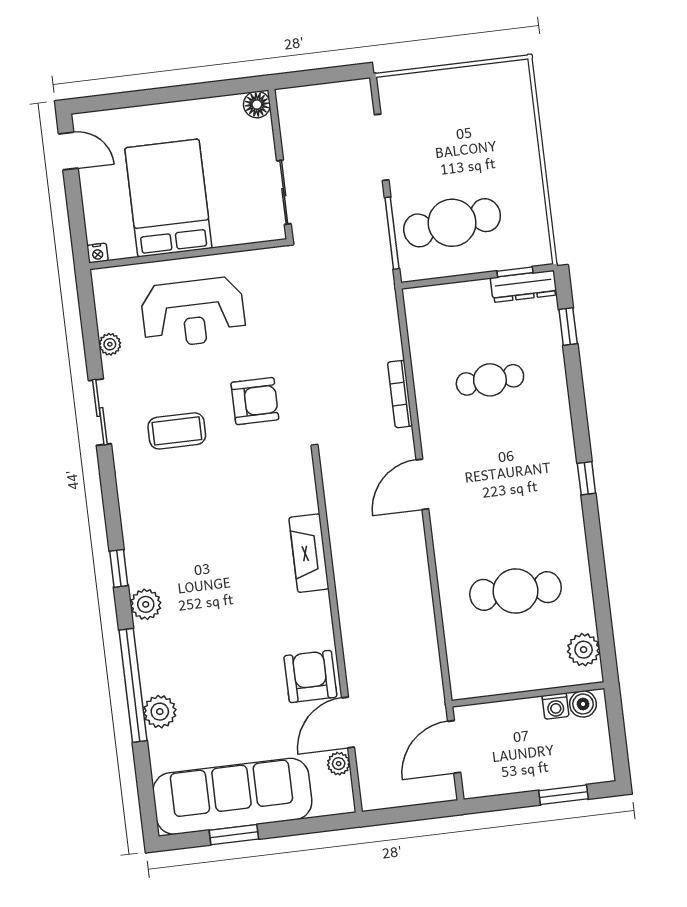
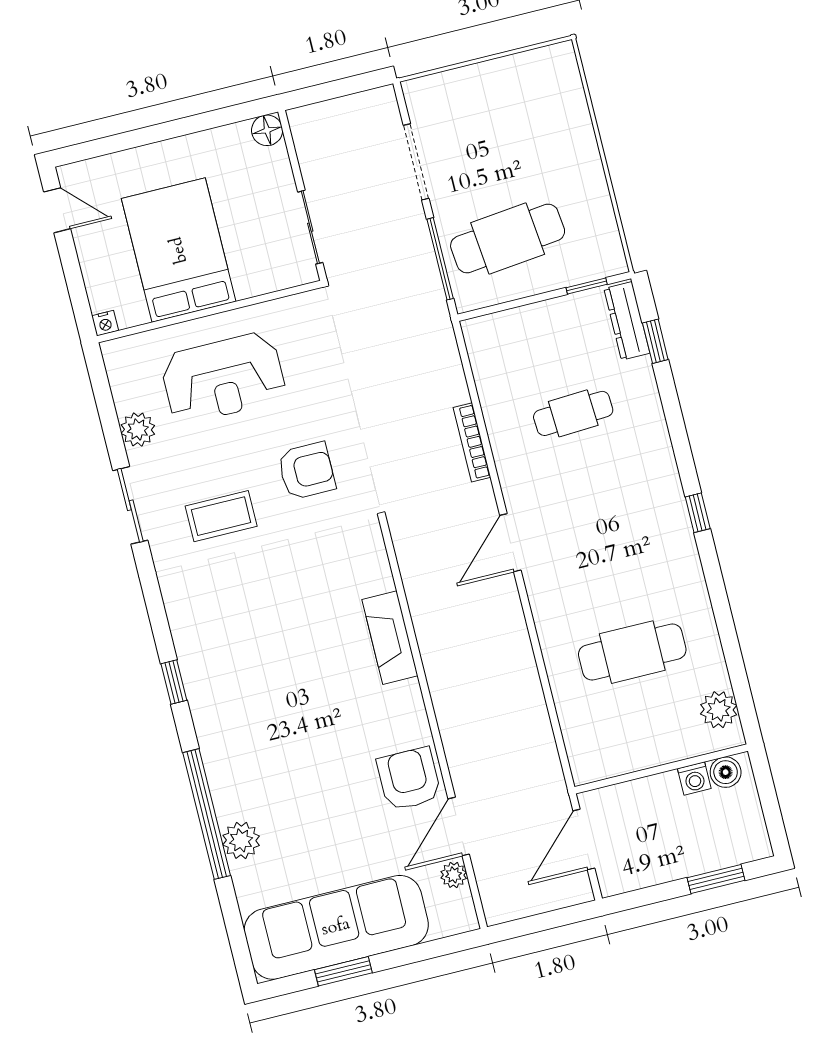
dresser: (524, 286) -> (627, 321), moved, turned 90
plant: (110, 344) -> (138, 430), width x1.38, depth x1.38
plant: (146, 604) -> (210, 719), removed

